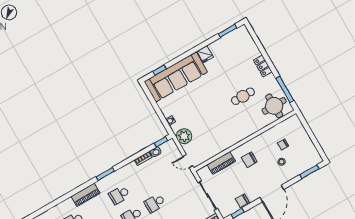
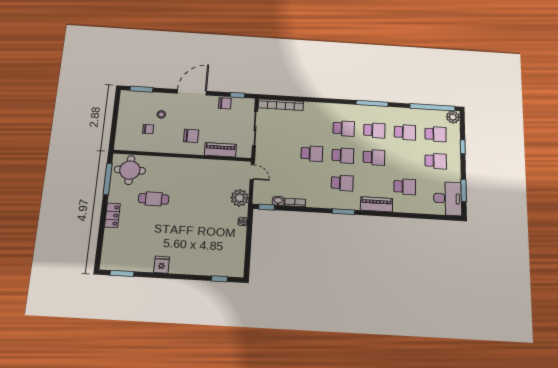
sofa: (176, 77) -> (207, 261), removed

